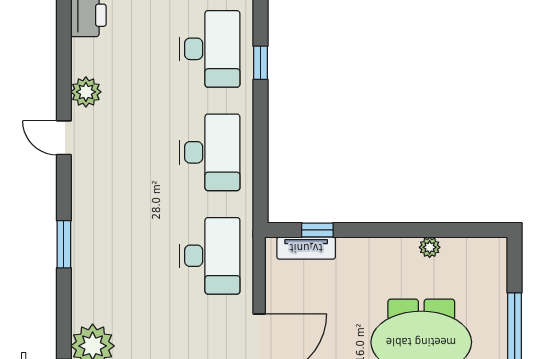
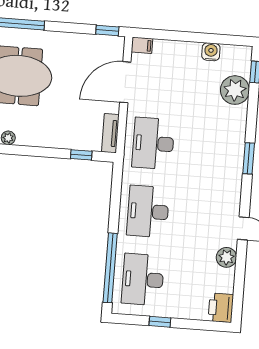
window: (260, 63) -> (110, 268), width x3.17
tv unit: (306, 248) -> (110, 133), moved, turned -90

